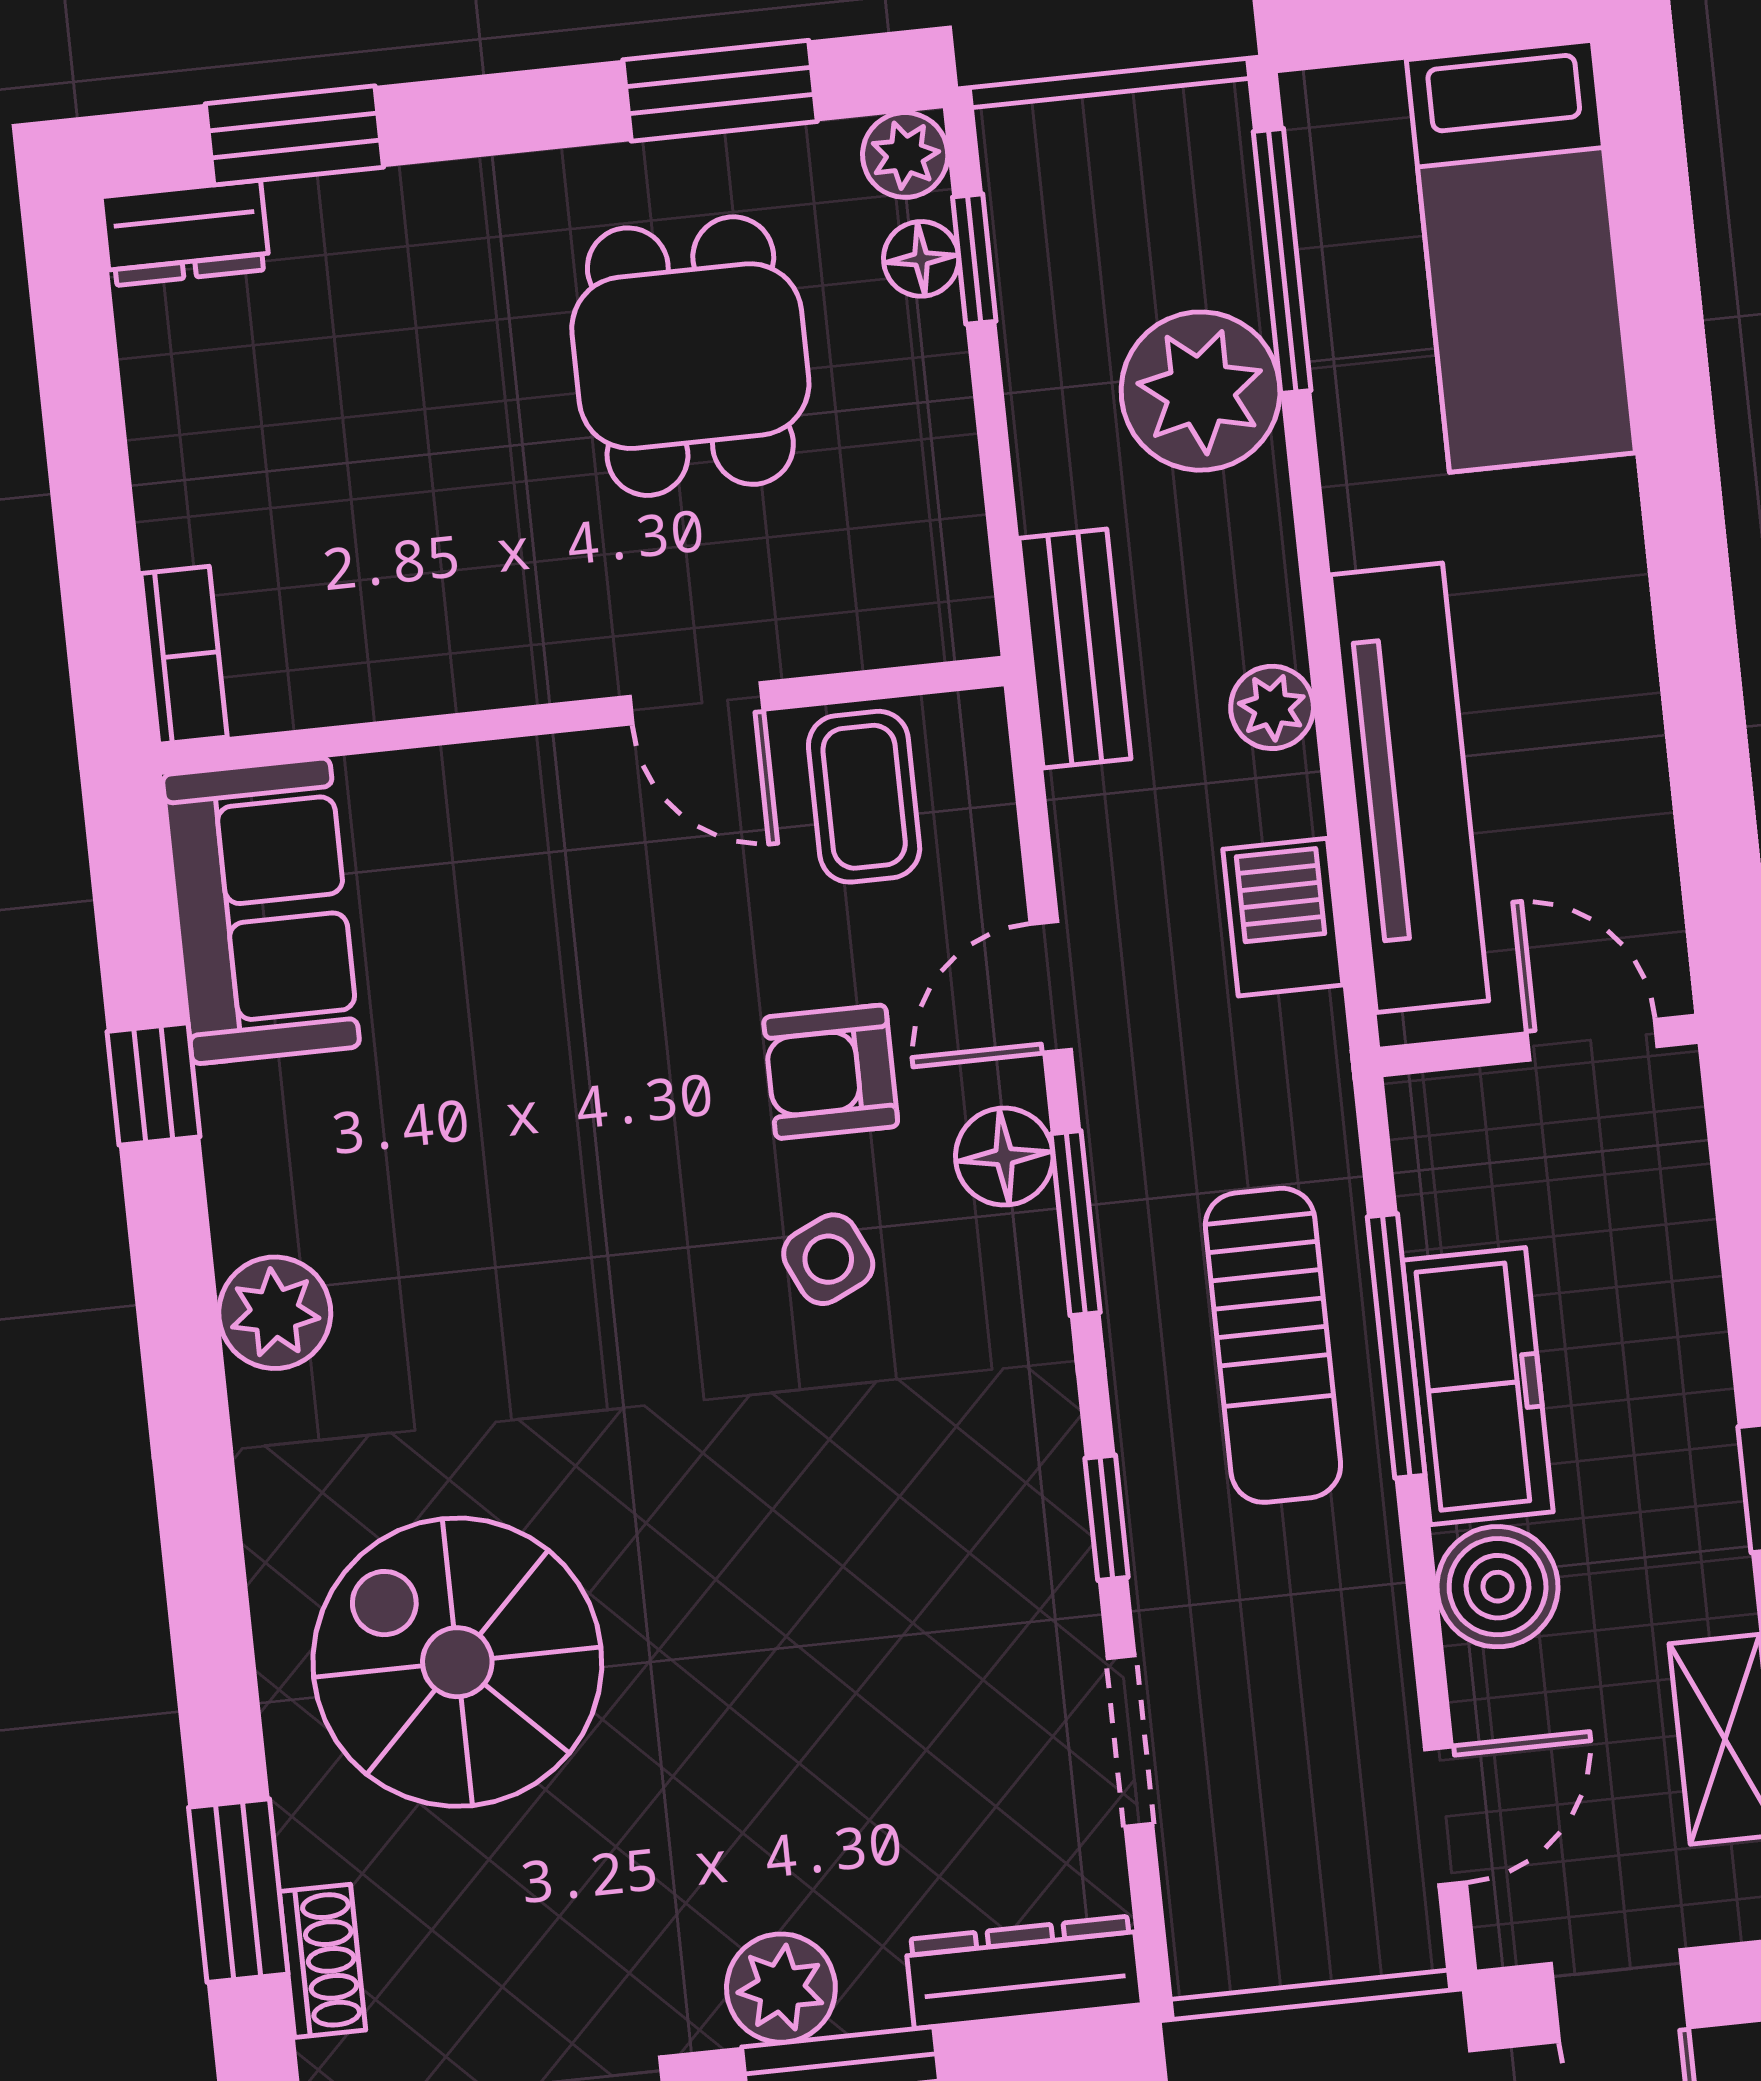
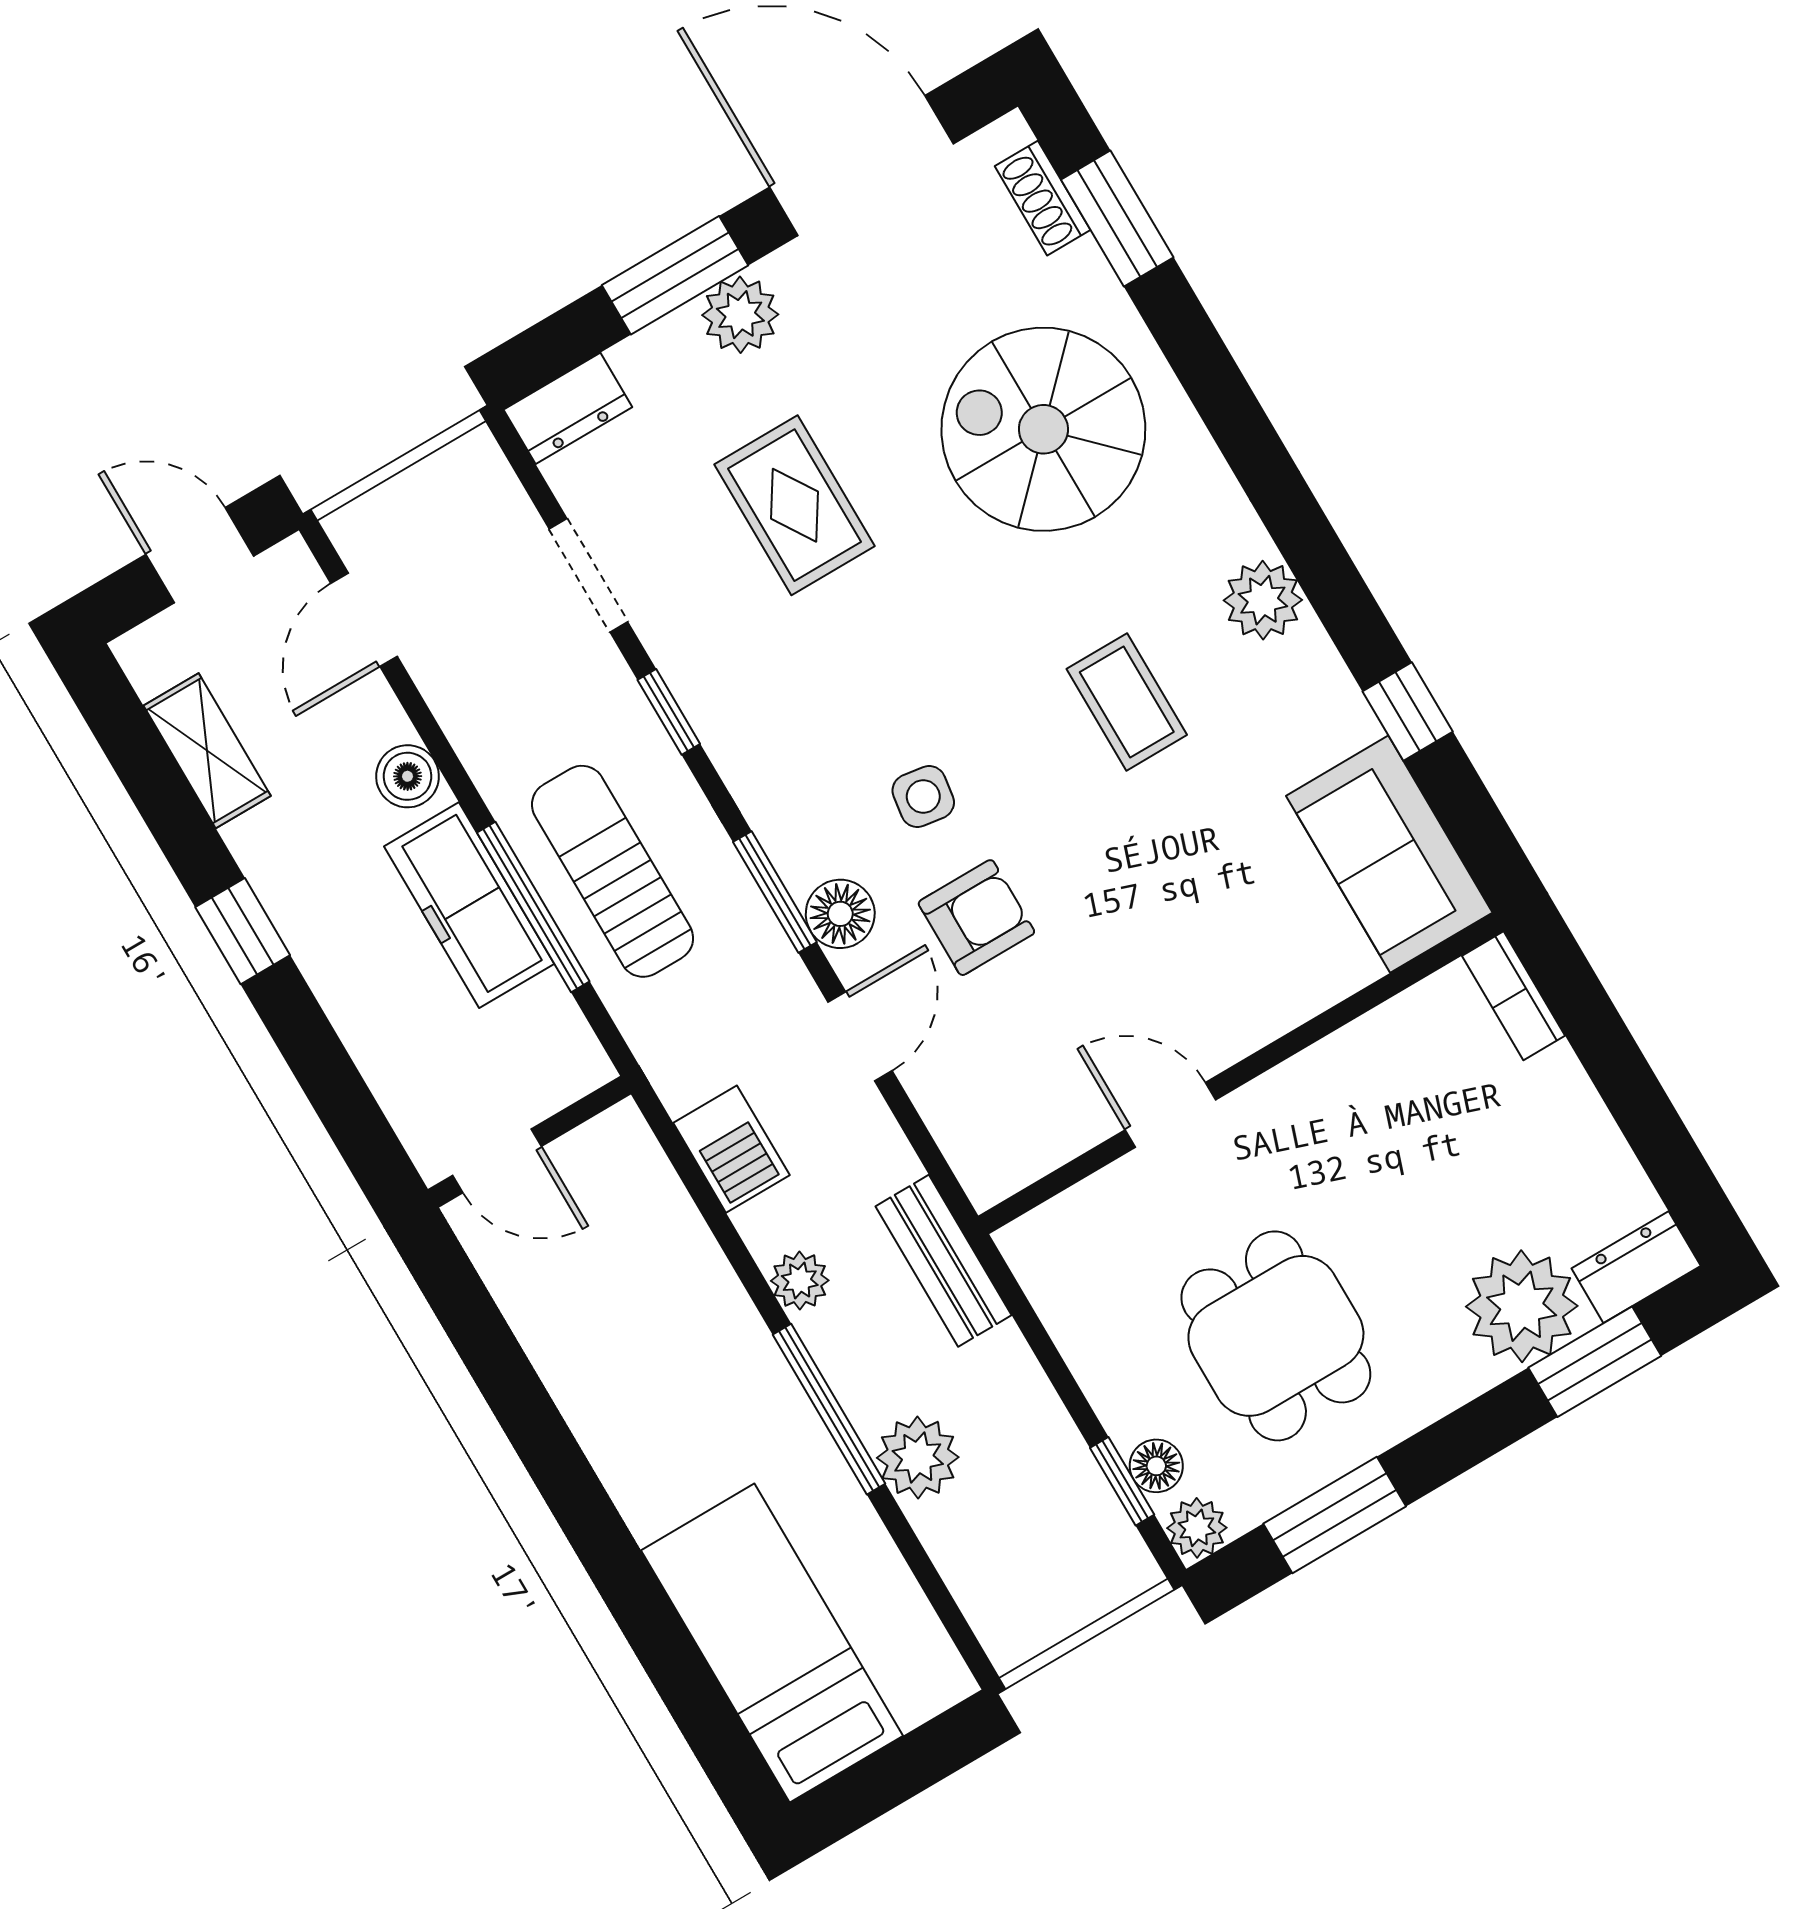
plant: (356, 250) -> (1522, 1306), added
window: (1282, 261) -> (829, 1409), moved
plant: (1201, 391) -> (918, 1457), width x0.73, depth x0.73
tv unit: (1409, 788) -> (688, 1269), removed
coffee table: (864, 797) -> (1127, 702), moved
side table: (828, 1259) -> (923, 797), turned 33
boiler: (1498, 1587) -> (408, 776), width x0.73, depth x0.73
spiral stairs: (457, 1662) -> (1043, 429), turned 180
rug: (823, 1711) -> (794, 505), added
dresser: (1024, 1972) -> (568, 408), width x0.70

